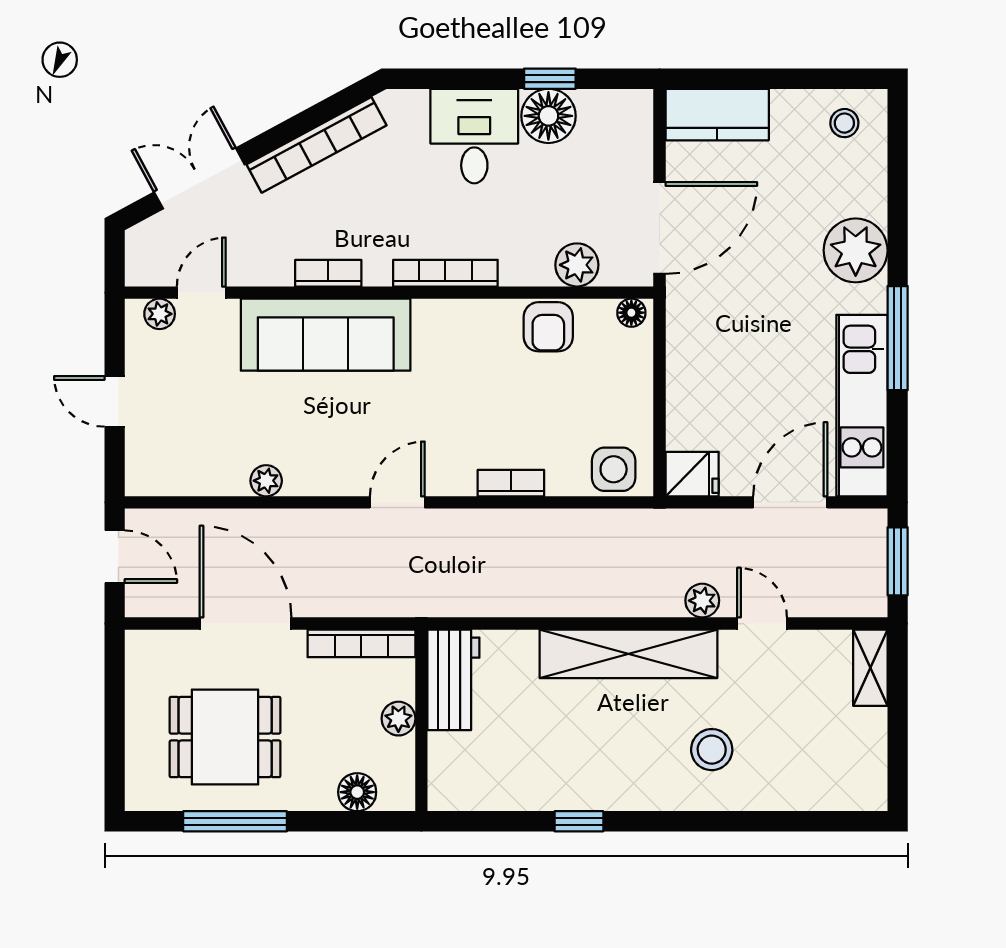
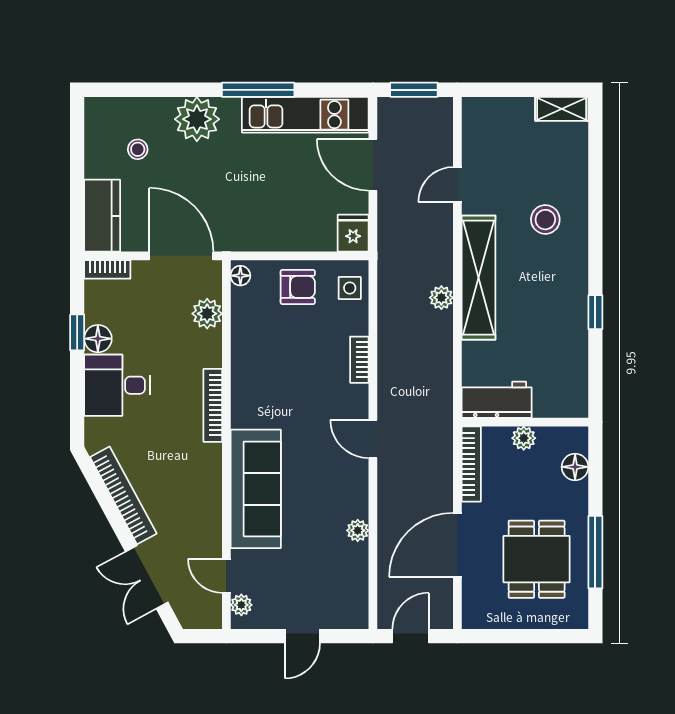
floor lamp: (548, 116) -> (98, 339), width x0.73, depth x0.73
stool: (844, 123) -> (138, 149), moved
bookcase: (328, 273) -> (107, 269), moved, turned -90
armchair: (548, 327) -> (298, 287), moved
side table: (614, 469) -> (350, 288), width x0.73, depth x0.73
plant: (702, 601) -> (441, 298), moved
shelving: (870, 668) -> (562, 109), moved

